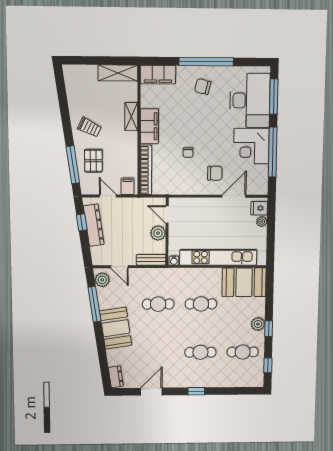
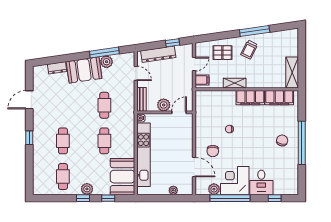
filing cabinet: (158, 75) -> (279, 98), moved, turned -90
window: (274, 97) -> (275, 198), width x0.46
desk: (250, 101) -> (261, 182), width x0.53, depth x0.77
shelving: (131, 117) -> (235, 83), moved
window: (73, 165) -> (255, 31), moved
bookcase: (146, 170) -> (215, 95), removed
plant: (261, 172) -> (214, 189), added
fridge: (259, 208) -> (184, 188), removed
dresser: (94, 225) -> (158, 54), moved
door: (119, 267) -> (136, 73), swing flipped
plant: (102, 280) -> (107, 62), moved
window: (268, 365) -> (108, 198), moved
dresser: (116, 377) -> (57, 68), moved
door: (151, 392) -> (29, 100), swing flipped

